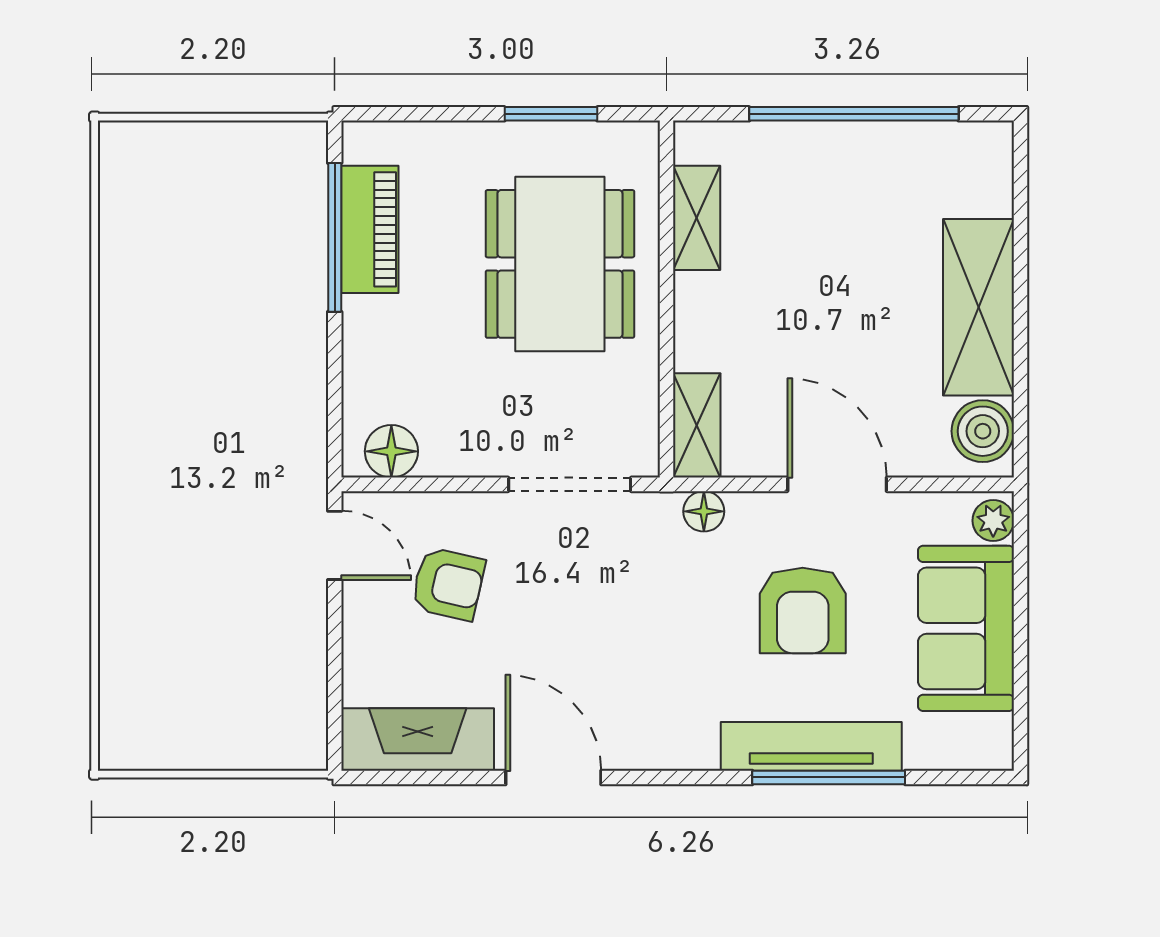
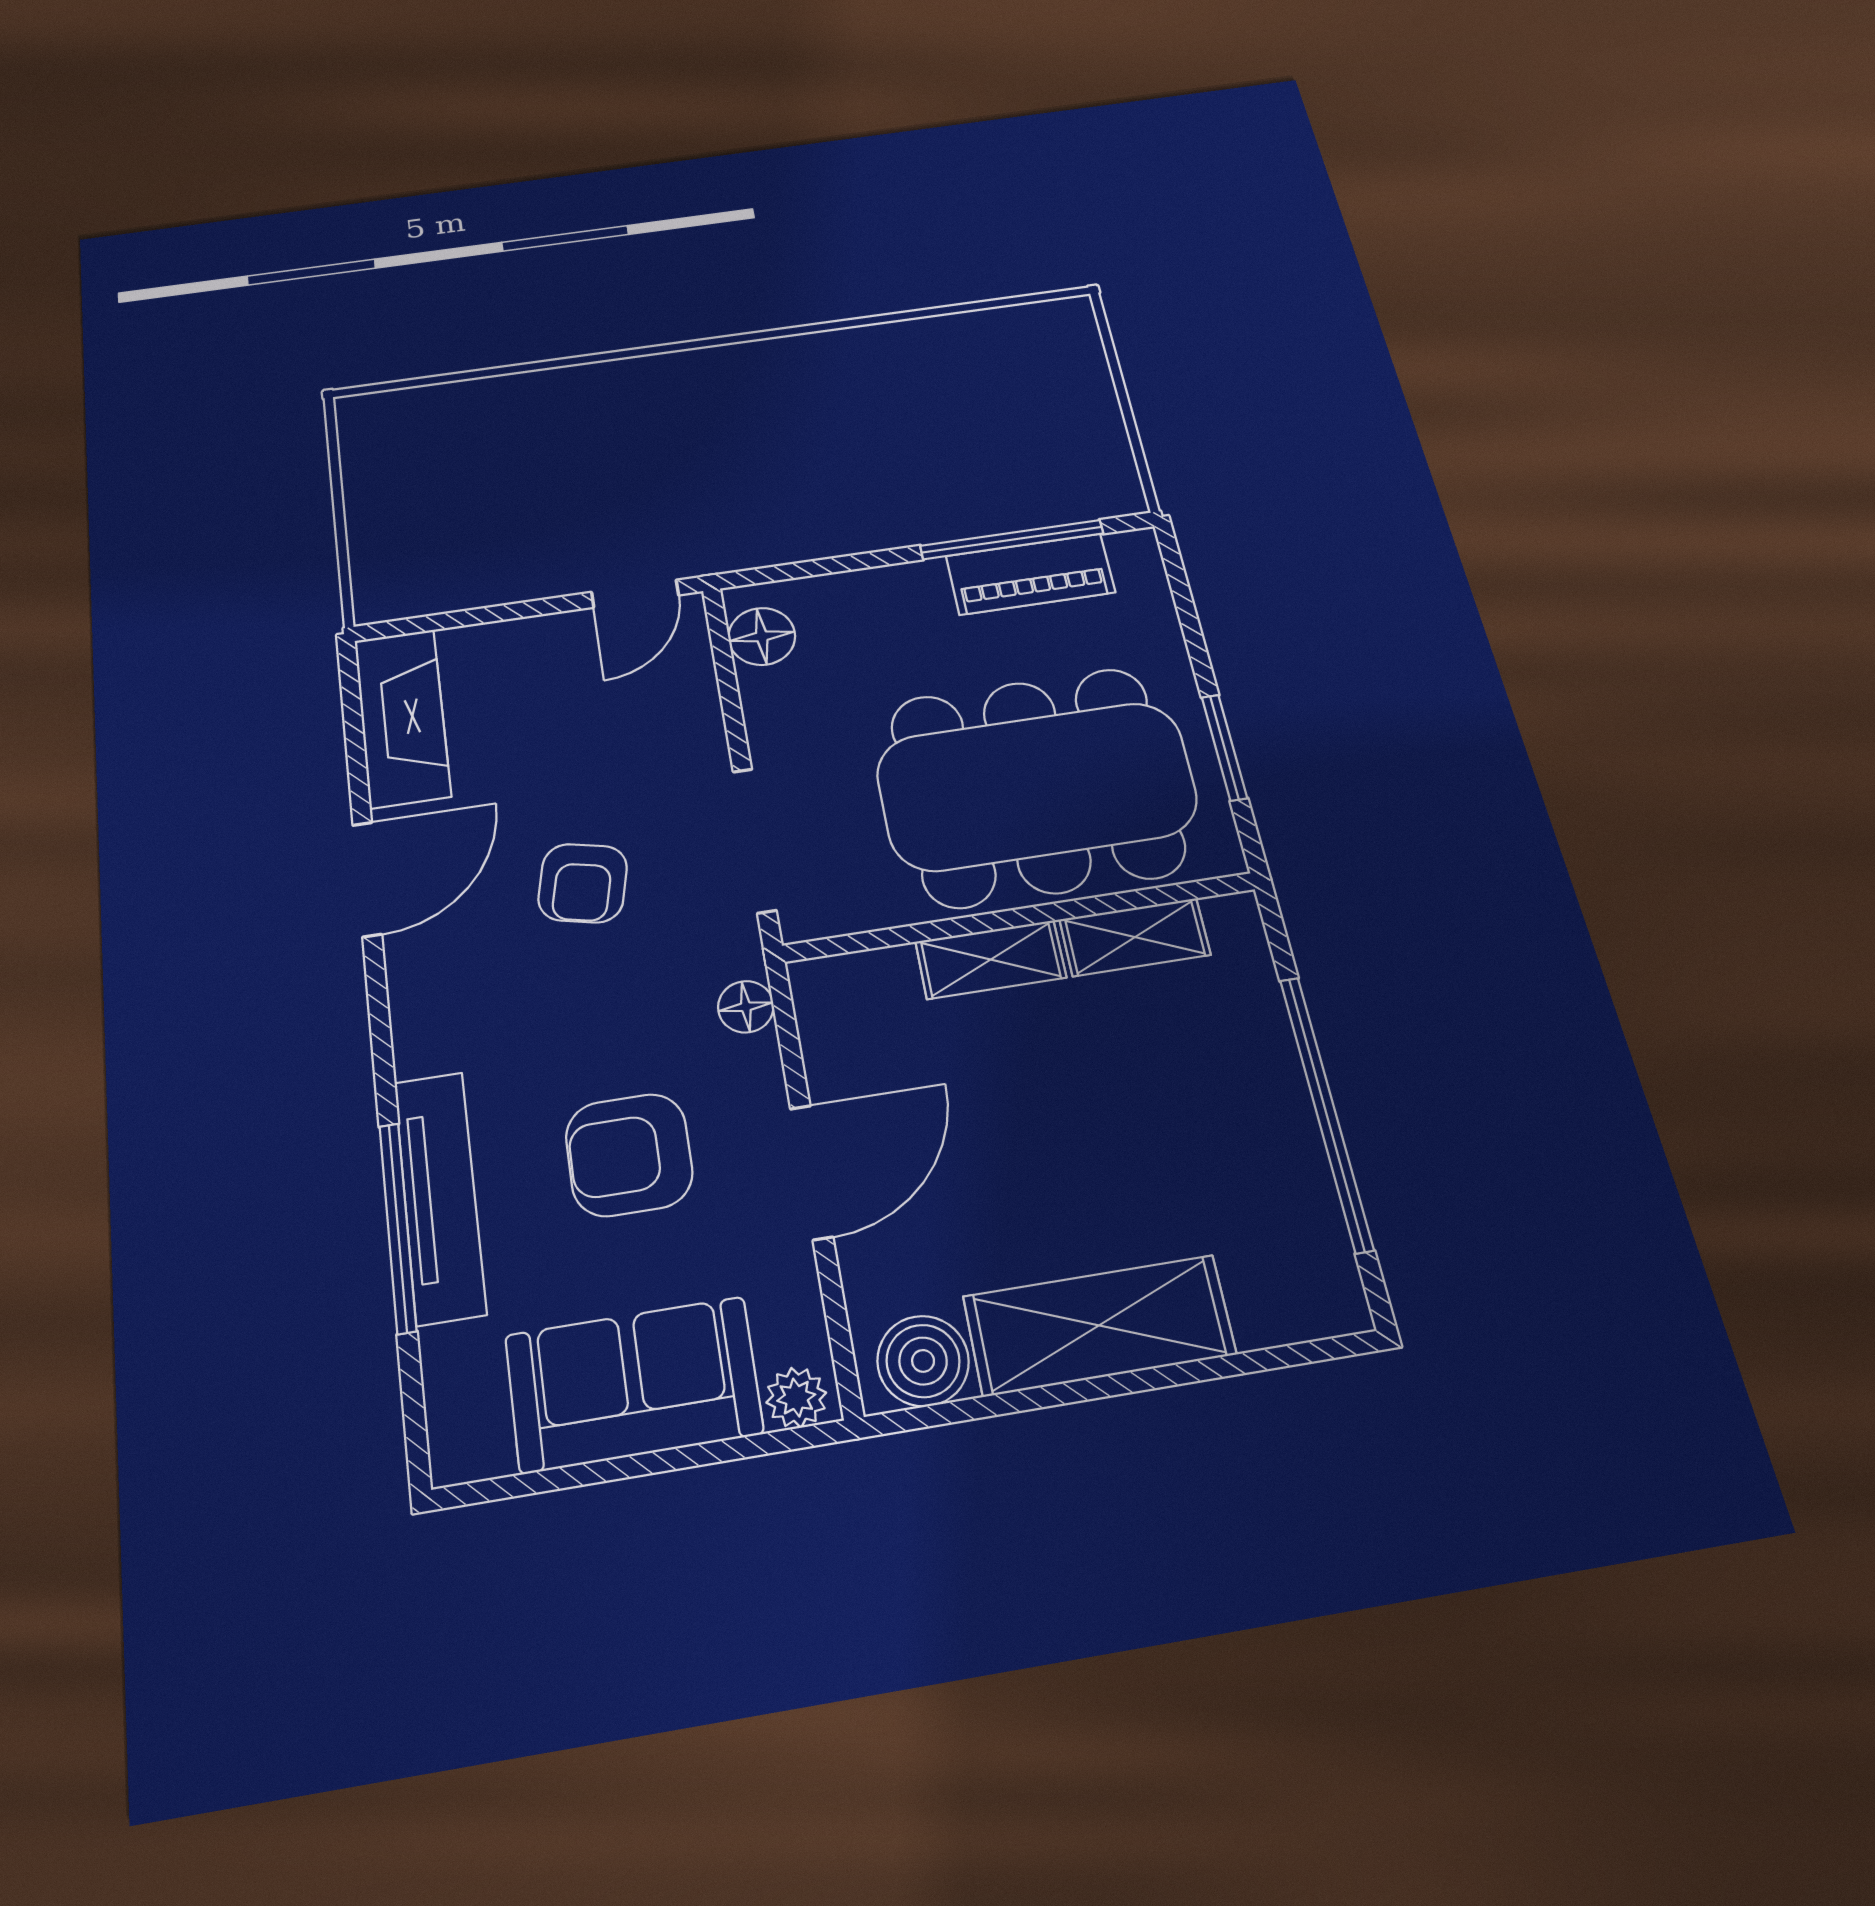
dining table: (560, 264) -> (1036, 786), width x1.36, depth x1.24
shelving: (697, 425) -> (991, 960), moved
armchair: (448, 584) -> (583, 883), moved

